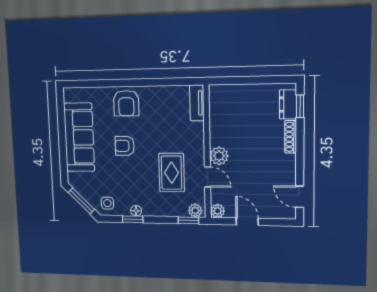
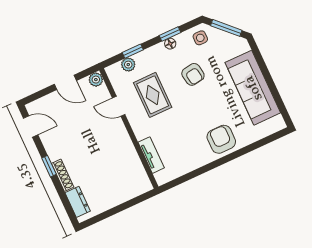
tv unit: (197, 103) -> (151, 155), moved
window: (300, 106) -> (49, 166), moved
armchair: (125, 146) -> (193, 74), moved, turned 81
plant: (219, 156) -> (117, 130), removed
plant: (195, 210) -> (128, 65), moved
window: (188, 220) -> (133, 51), moved

